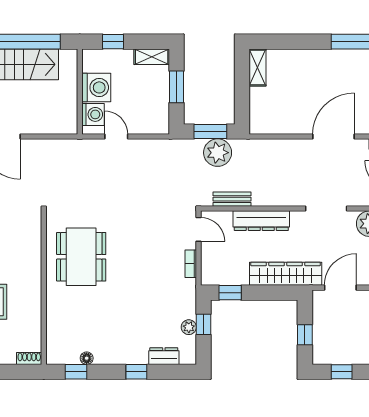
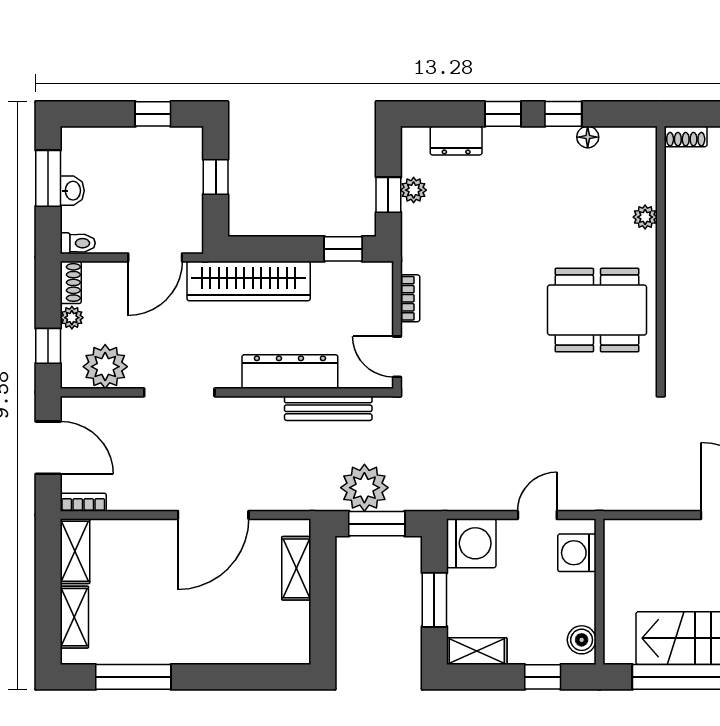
boiler: (90, 63) -> (582, 640), added
shelving: (258, 67) -> (296, 568), moved
washing machine: (96, 87) -> (471, 543), moved, turned 180
door: (116, 137) -> (537, 515), swing flipped
door: (333, 137) -> (213, 515), moved
bench: (232, 199) -> (328, 408), width x1.36
dining table: (81, 257) -> (597, 310), turned 90
plant: (53, 311) -> (645, 217), added
window: (76, 372) -> (563, 114), moved

